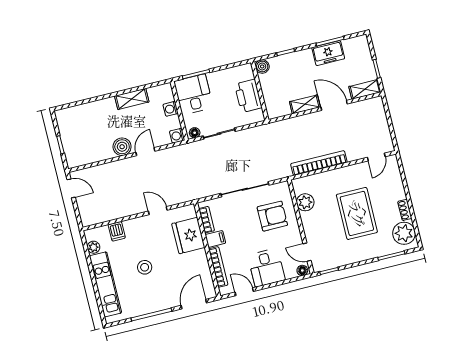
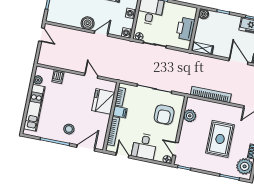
shelving: (305, 104) -> (202, 48), moved
armchair: (272, 216) -> (164, 115), turned 90
stool: (145, 267) -> (69, 129), moved

